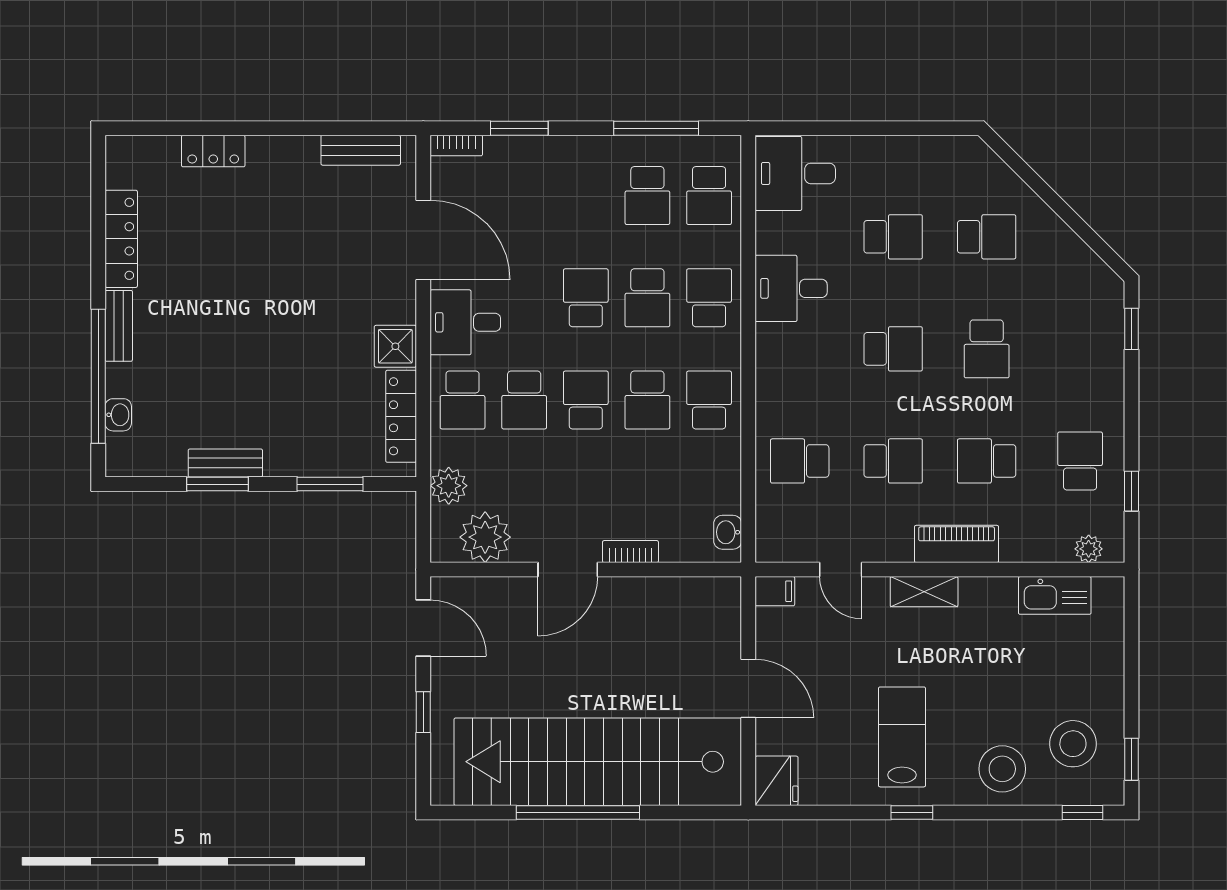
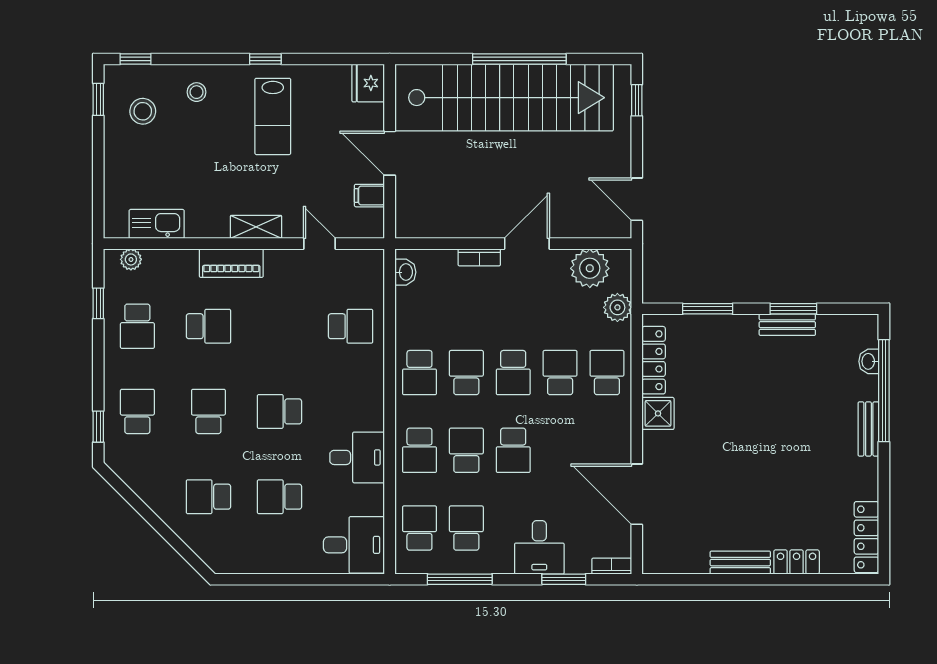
bench: (361, 150) -> (740, 563), moved
locker: (121, 239) -> (866, 537), moved
desk: (465, 322) -> (539, 547), moved, turned 90
school desk: (893, 461) -> (137, 411), moved, turned 90
filing cabinet: (775, 591) -> (369, 196), moved
window: (423, 712) -> (637, 100), moved
stool: (1073, 744) -> (143, 111), width x0.73, depth x0.73
stool: (1002, 769) -> (197, 92), width x0.53, depth x0.53

